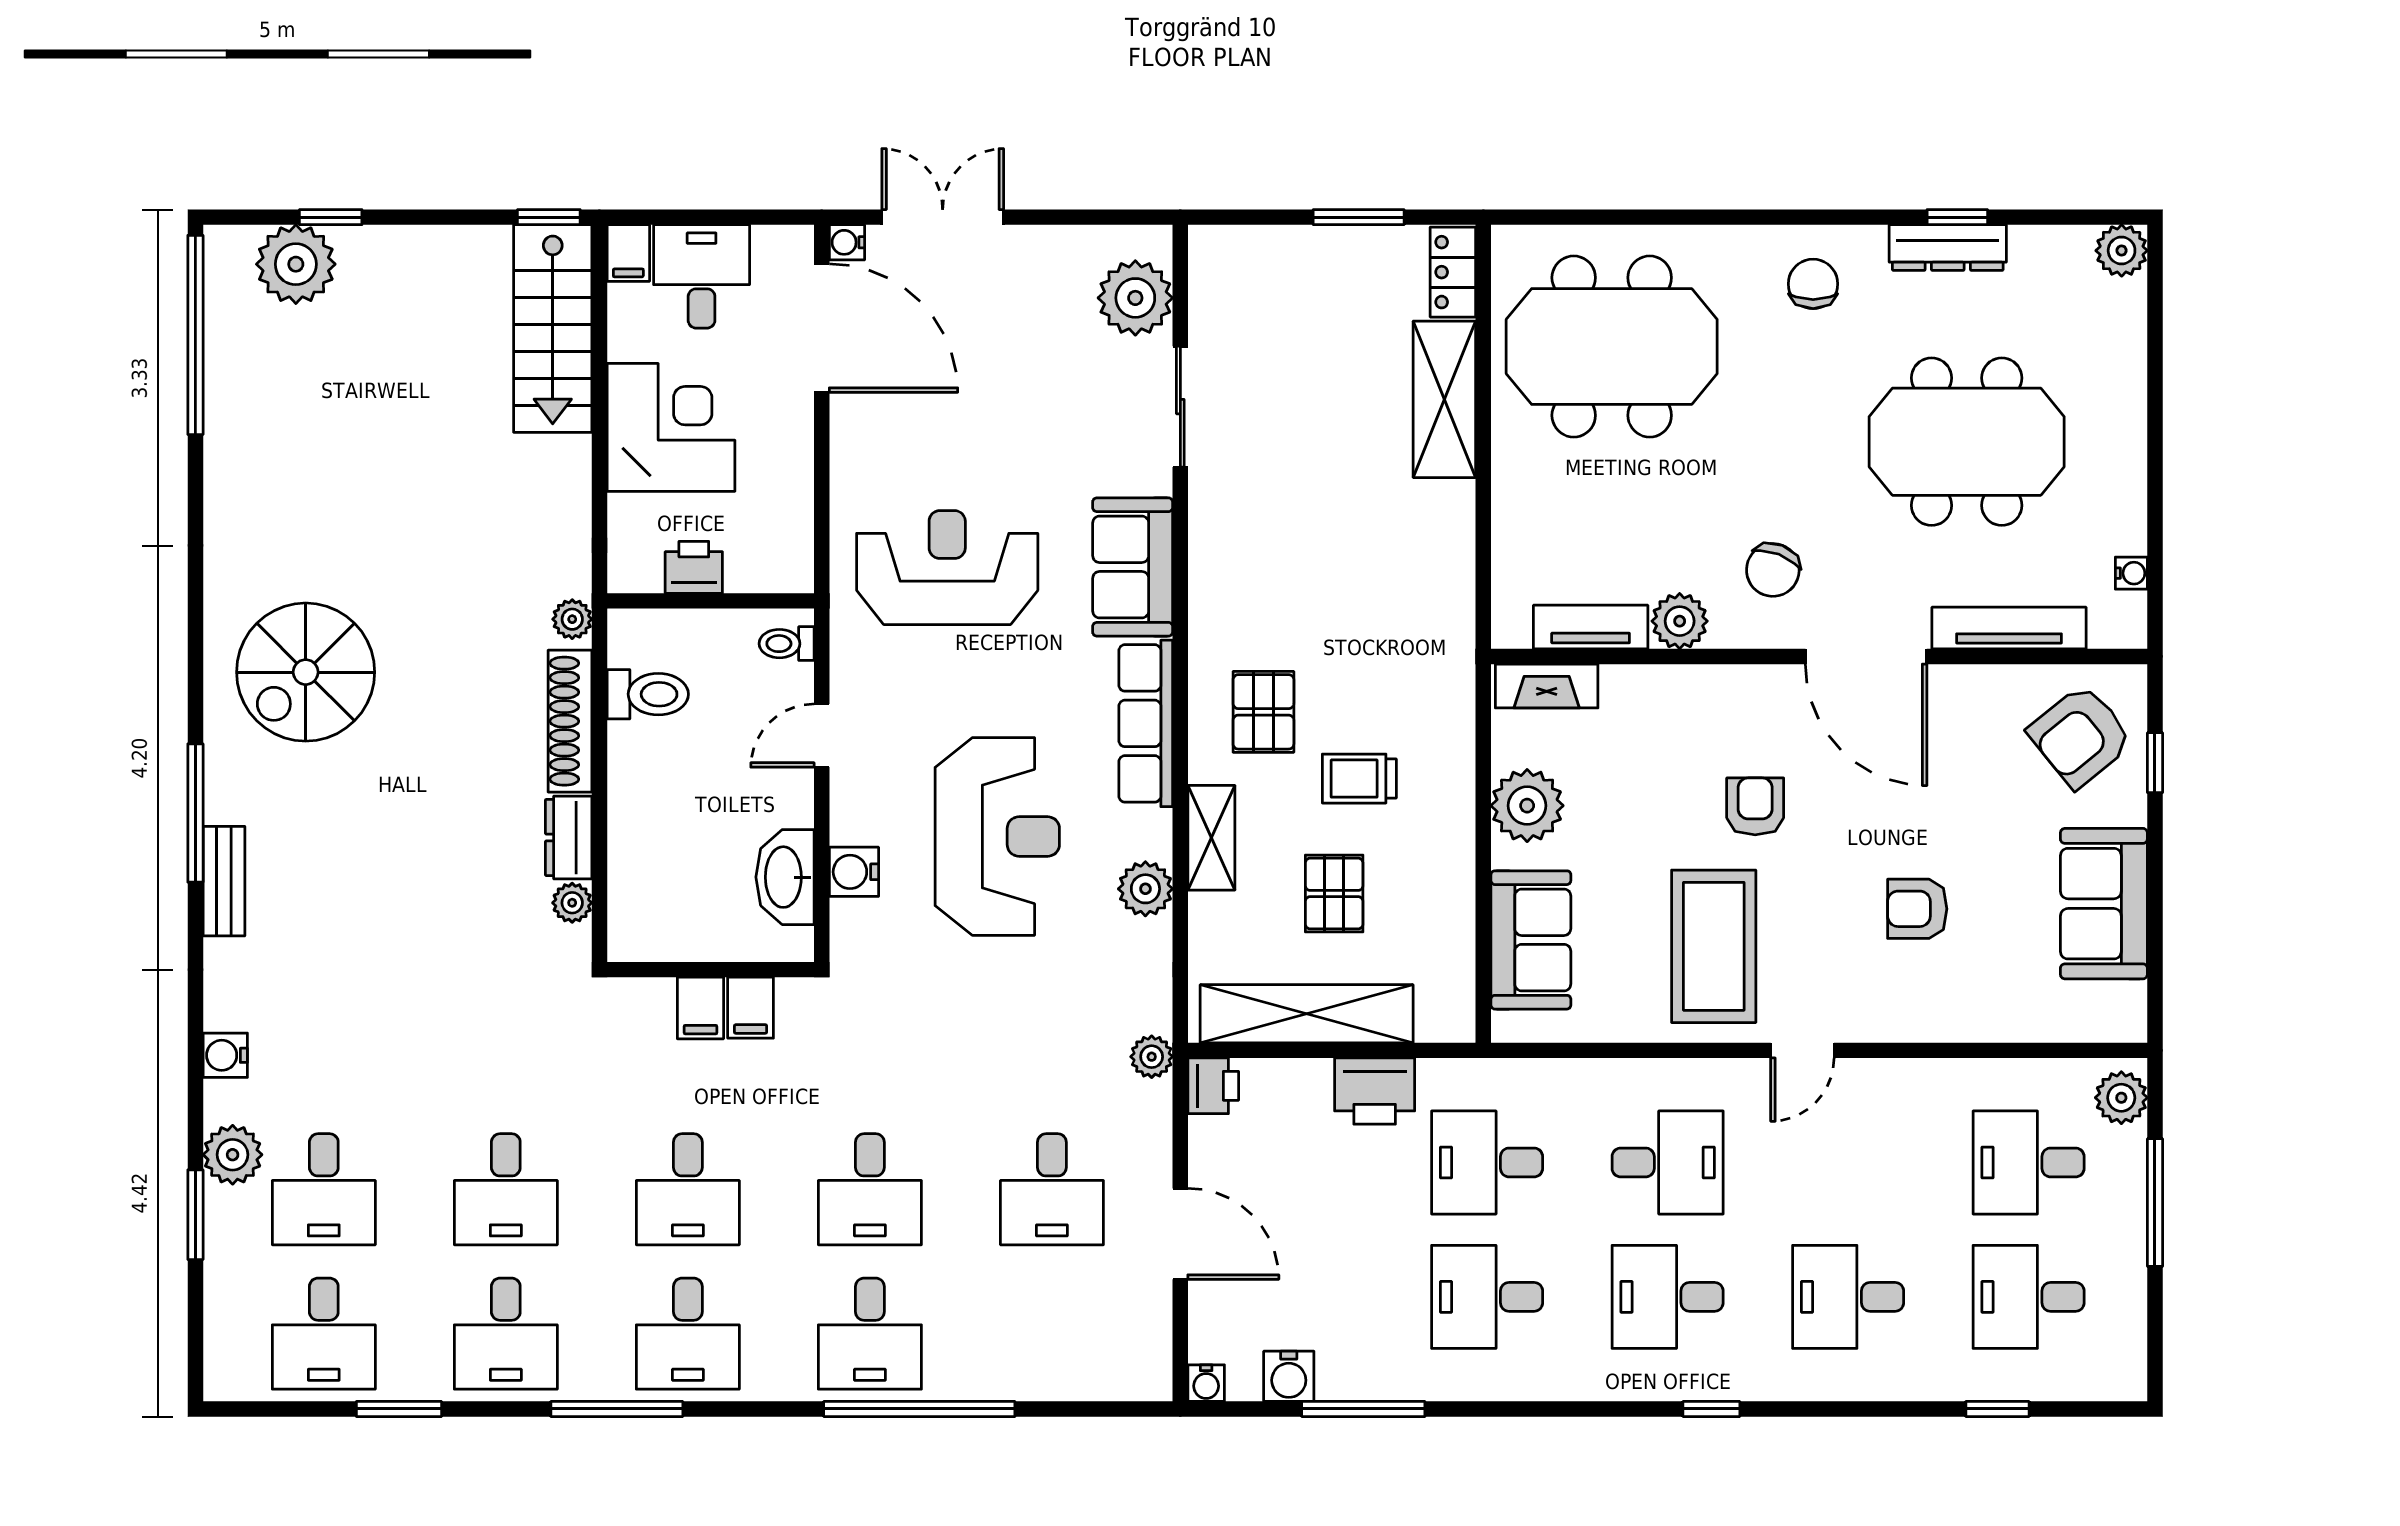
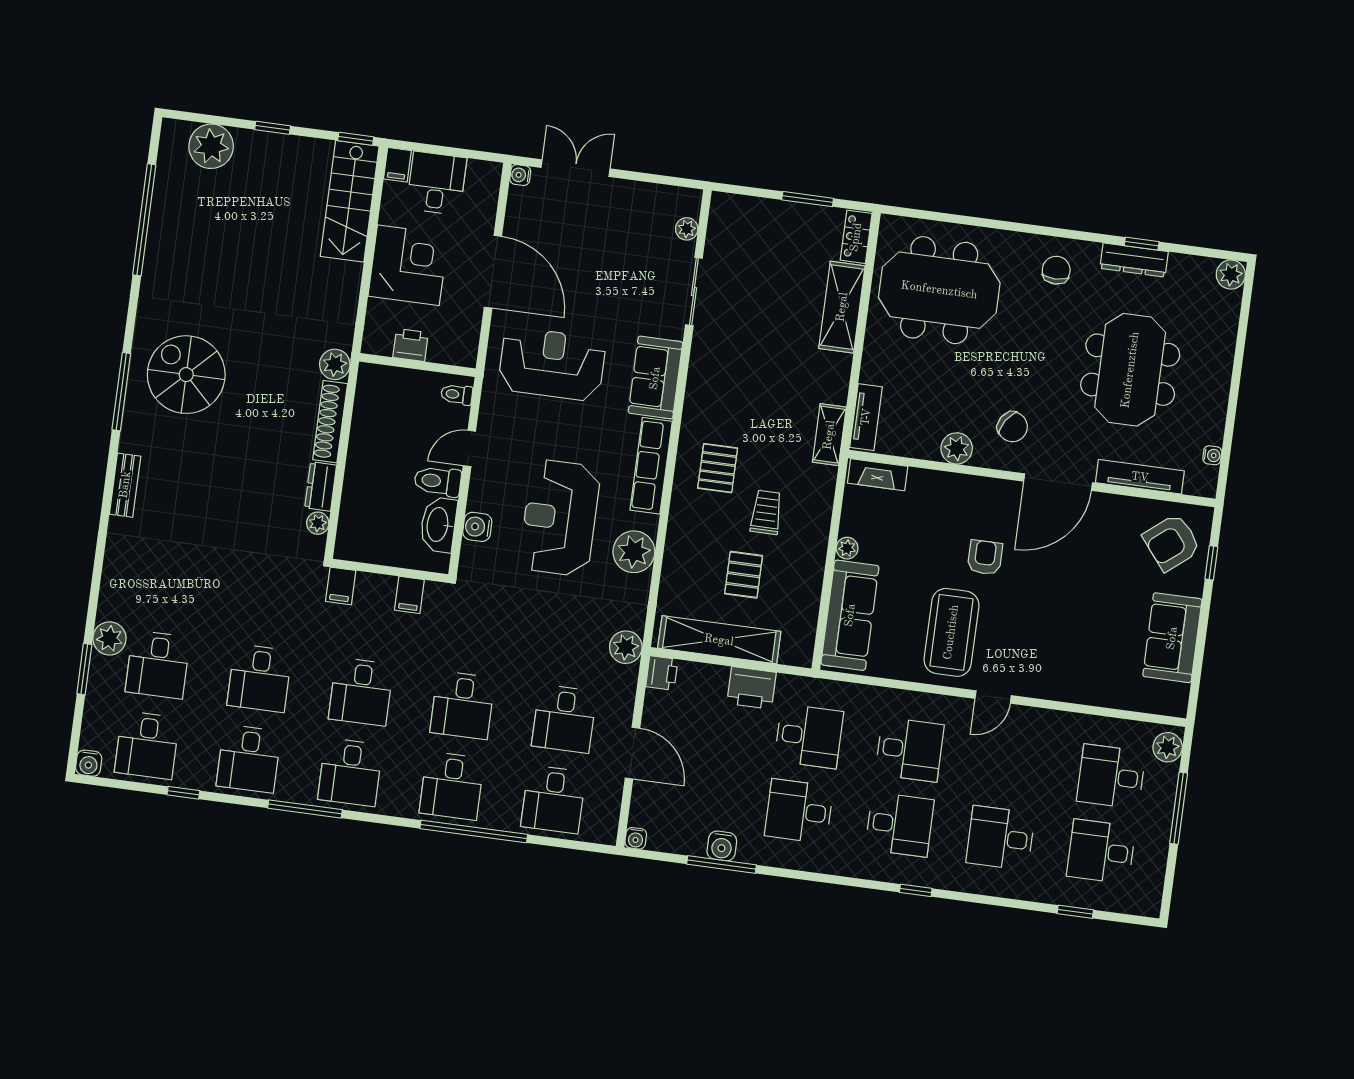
window: (331, 217) -> (273, 128), moved
plant: (1135, 298) -> (687, 229), width x0.53, depth x0.53
door: (822, 328) -> (493, 272), moved
window: (195, 335) -> (144, 220), moved
meeting table: (1967, 442) -> (1130, 370), turned 90
chair: (1773, 570) -> (1012, 427), turned -78
plant: (572, 619) -> (335, 364), width x1.38, depth x1.38
tv unit: (1591, 627) -> (866, 417), moved, turned 90
door: (1866, 656) -> (1058, 482), hinge flipped
spiral stairs: (306, 672) -> (186, 375), turned 90
toilet: (648, 694) -> (438, 481), moved, turned 180
trolley: (1359, 779) -> (766, 512), turned 90
plant: (1527, 806) -> (847, 548), width x0.53, depth x0.53
window: (195, 813) -> (121, 392), moved
reception desk: (997, 836) -> (560, 518), turned 180
shelving: (1211, 838) -> (829, 435), moved
plant: (1145, 889) -> (634, 552), width x1.36, depth x1.36
armchair: (1917, 909) -> (1068, 627), removed
sofa: (1531, 940) -> (850, 615), width x1.36
filing cabinet: (700, 1008) -> (341, 586), moved
water cooler: (225, 1055) -> (89, 763), moved, turned -90
plant: (1152, 1057) -> (626, 647), width x1.38, depth x1.38
desk: (1487, 1162) -> (809, 736), turned 180
desk: (1668, 1297) -> (900, 825), turned 180
desk: (1052, 1334) -> (553, 799), added
water cooler: (1289, 1376) -> (722, 846), moved
window: (399, 1409) -> (183, 793), width x0.67

